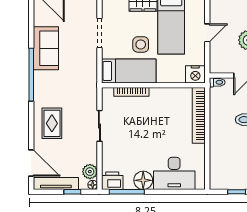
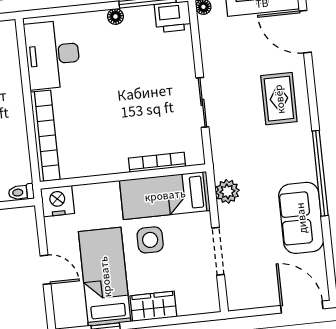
door: (207, 33) -> (45, 270), swing flipped
plant: (90, 172) -> (227, 191), moved
desk: (174, 173) -> (52, 55), moved, turned -90
floor lamp: (143, 180) -> (115, 16), width x0.53, depth x0.53

